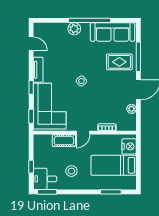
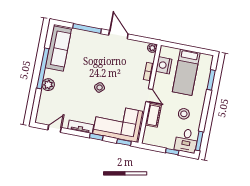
rug: (119, 62) -> (88, 48), removed
plant: (132, 109) -> (152, 48), moved
nightstand: (129, 146) -> (164, 65), moved, turned -90

